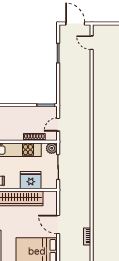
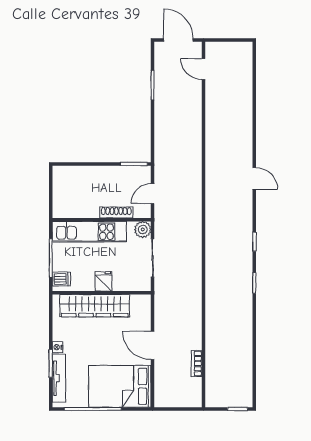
fridge: (31, 180) -> (103, 281), width x0.53, depth x0.75

